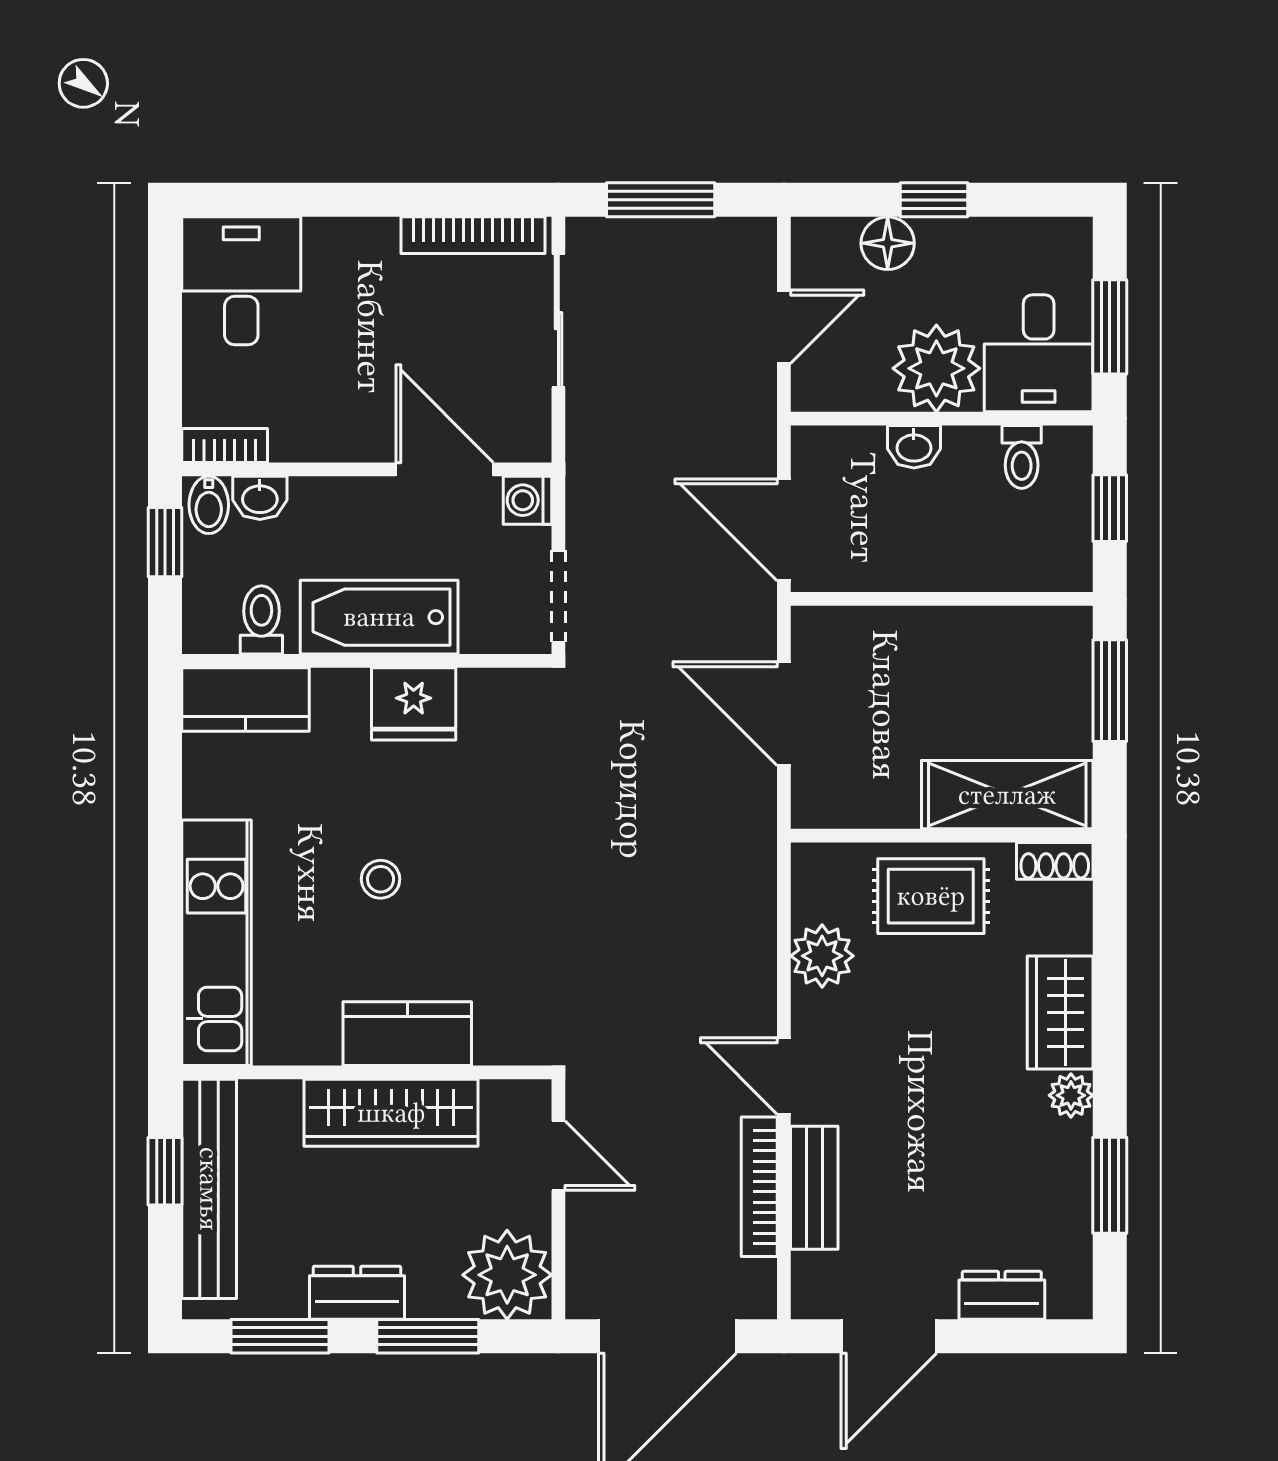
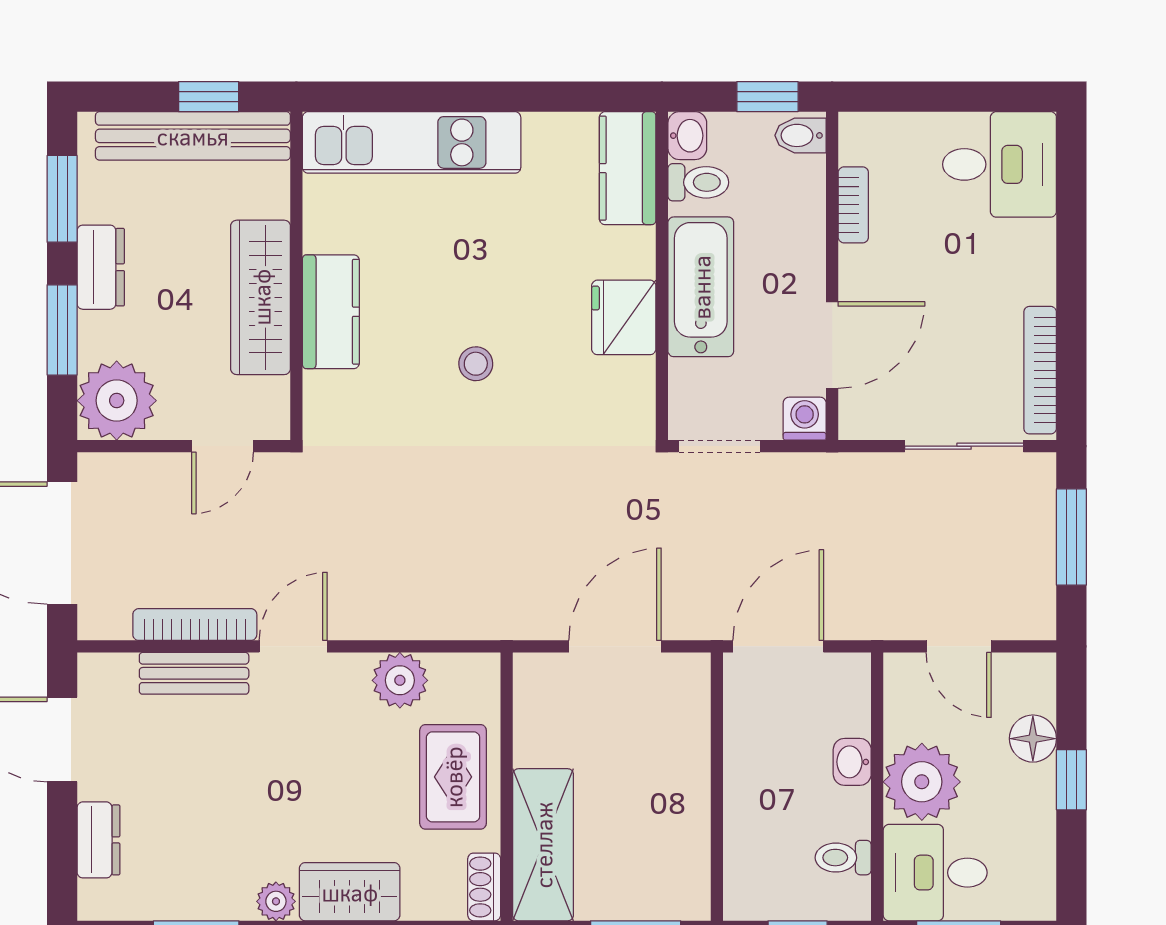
bookcase: (225, 445) -> (853, 205), moved
washbasin: (260, 498) -> (687, 136), moved, turned 180
stool: (381, 879) -> (476, 364), moved

